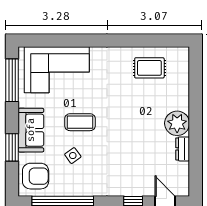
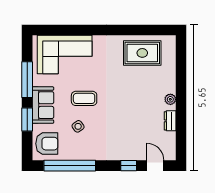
rug: (149, 68) -> (142, 53), width x1.36, depth x1.43
window: (12, 80) -> (27, 80), moved
plant: (177, 123) -> (170, 99), width x0.53, depth x0.53

